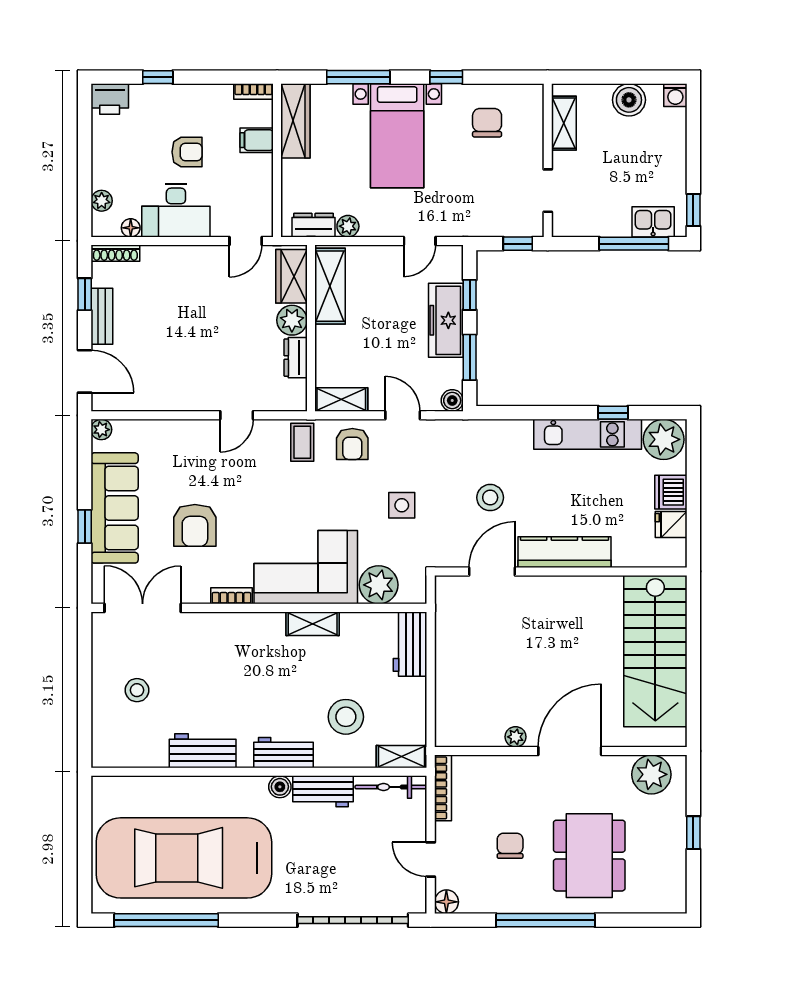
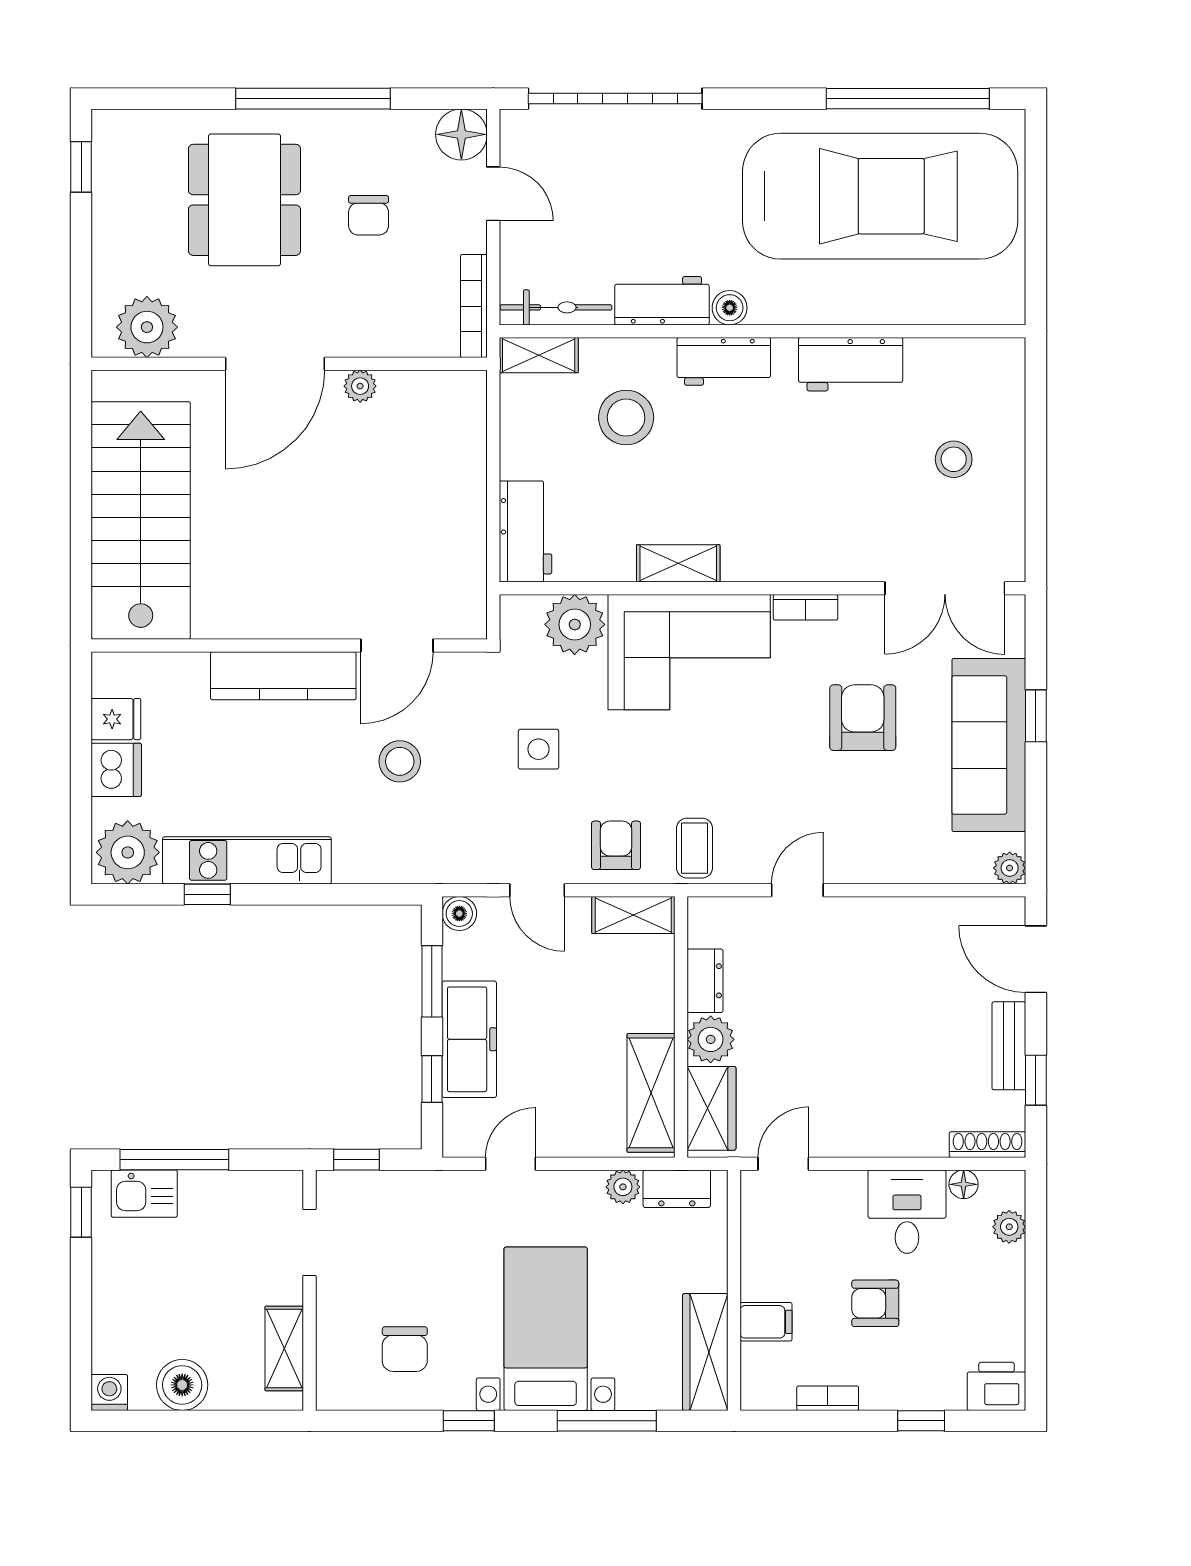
bookcase: (254, 91) -> (828, 1398), moved
desk: (176, 210) -> (907, 1212), width x0.73
window: (693, 833) -> (81, 167), moved
floor lamp: (446, 902) -> (461, 134), width x1.38, depth x1.38

